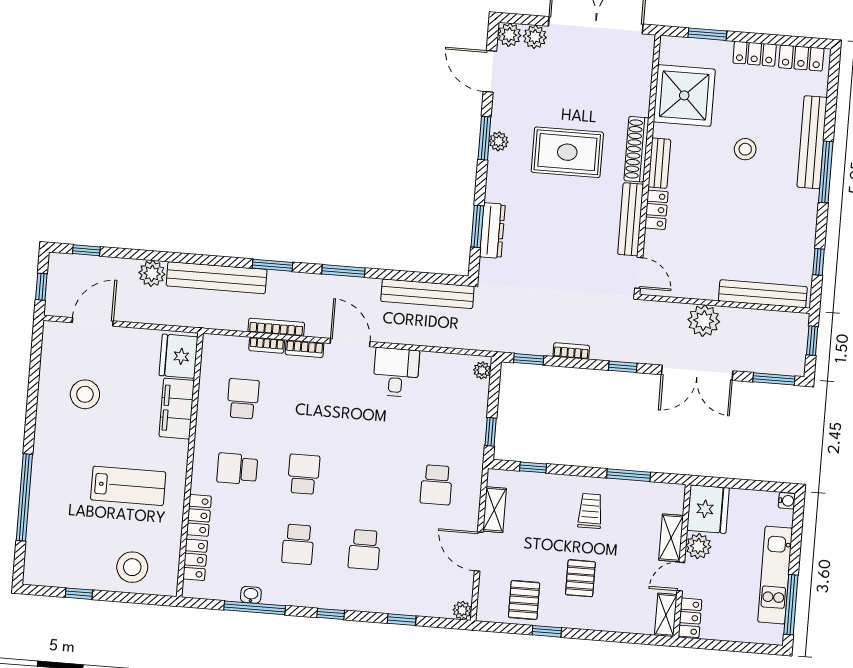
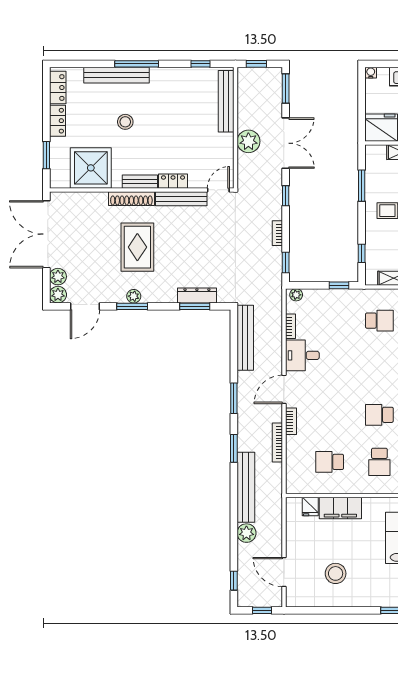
bookcase: (267, 345) -> (291, 326), moved
fridge: (178, 356) -> (310, 507), width x0.53, depth x0.75

